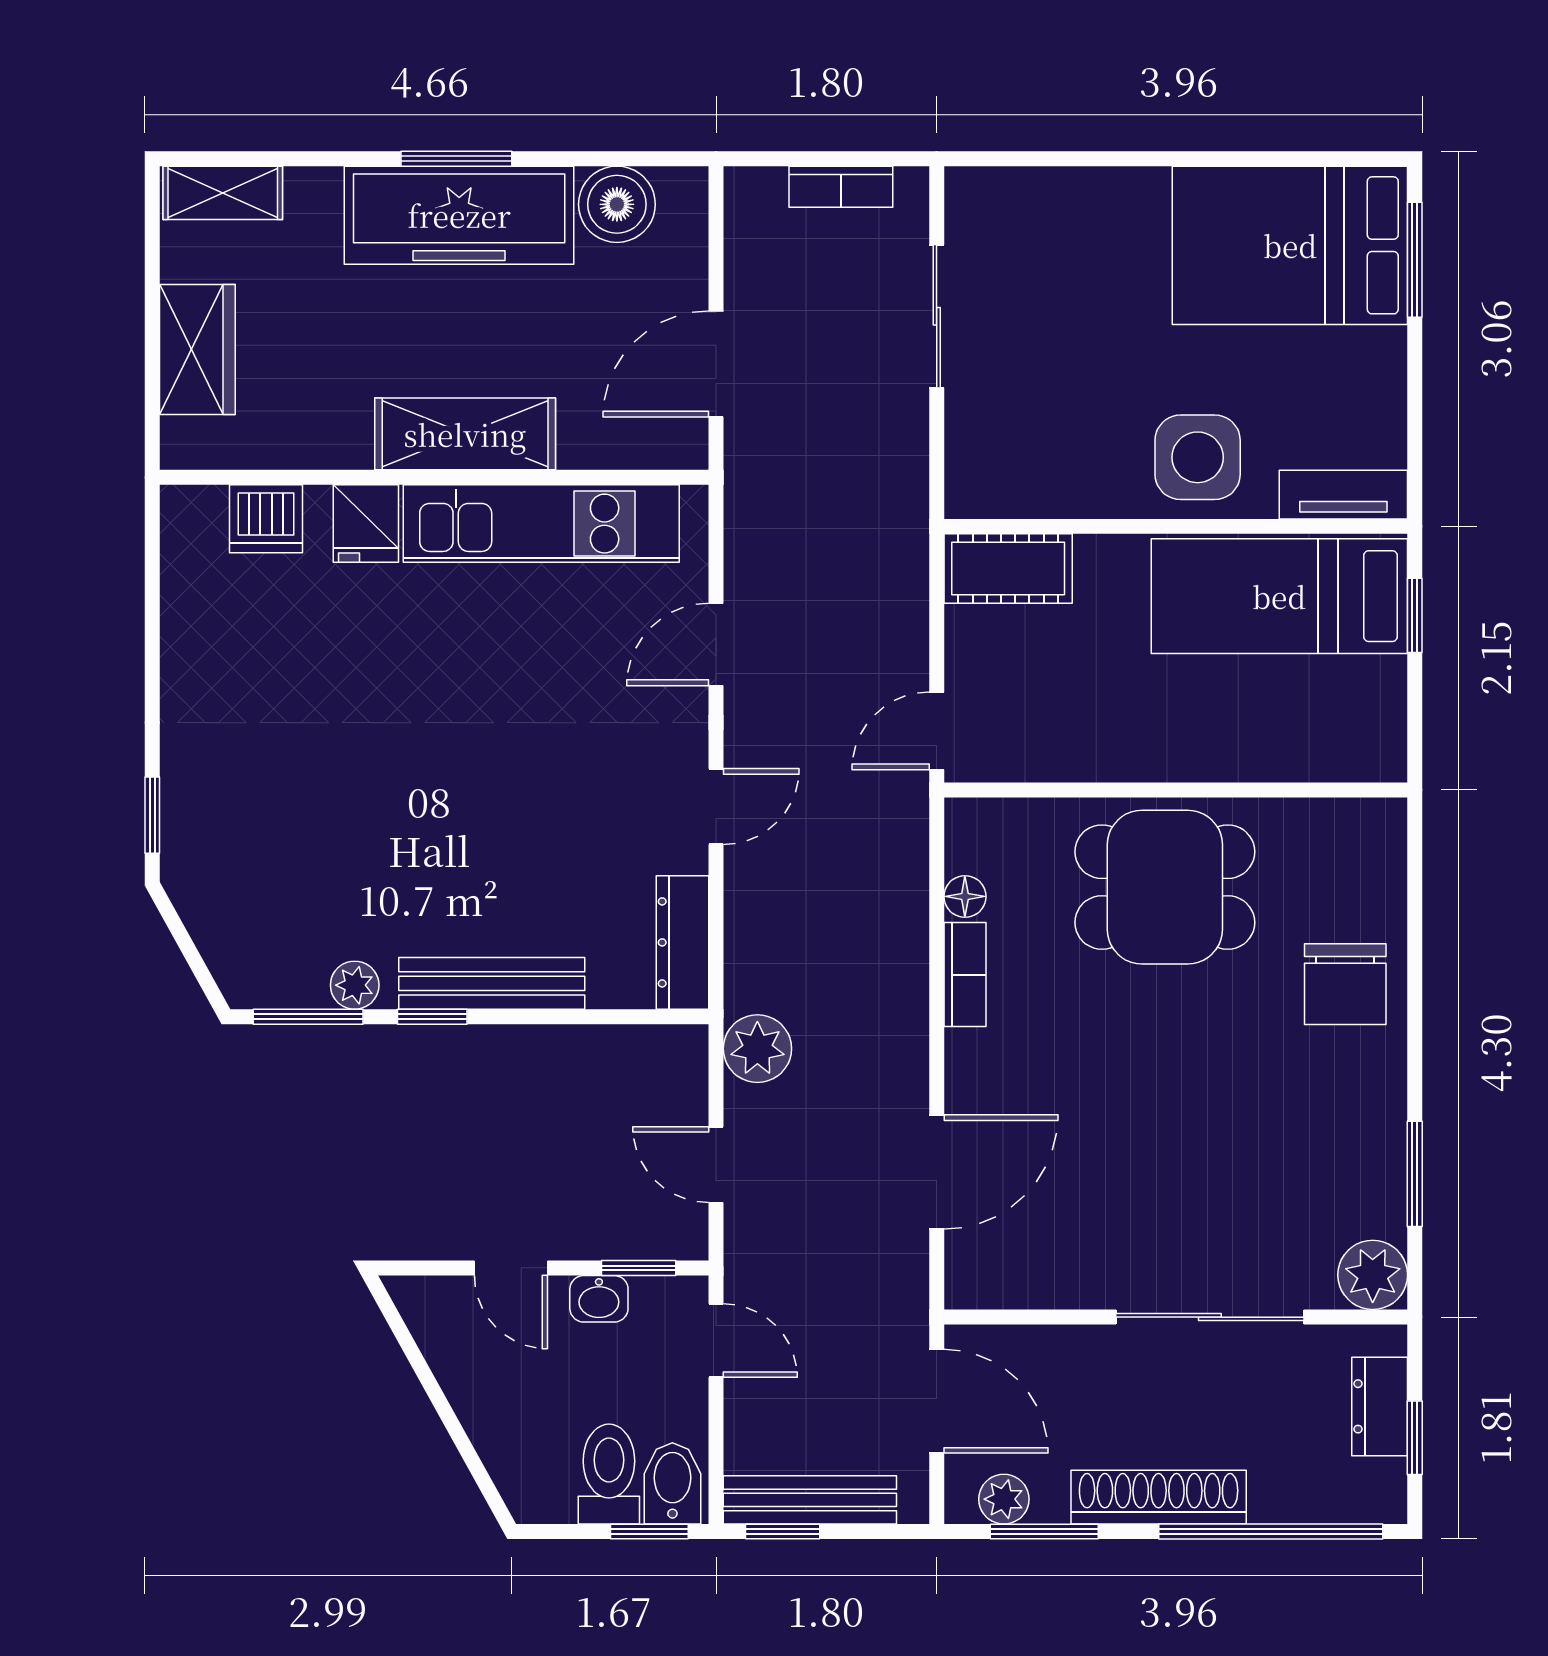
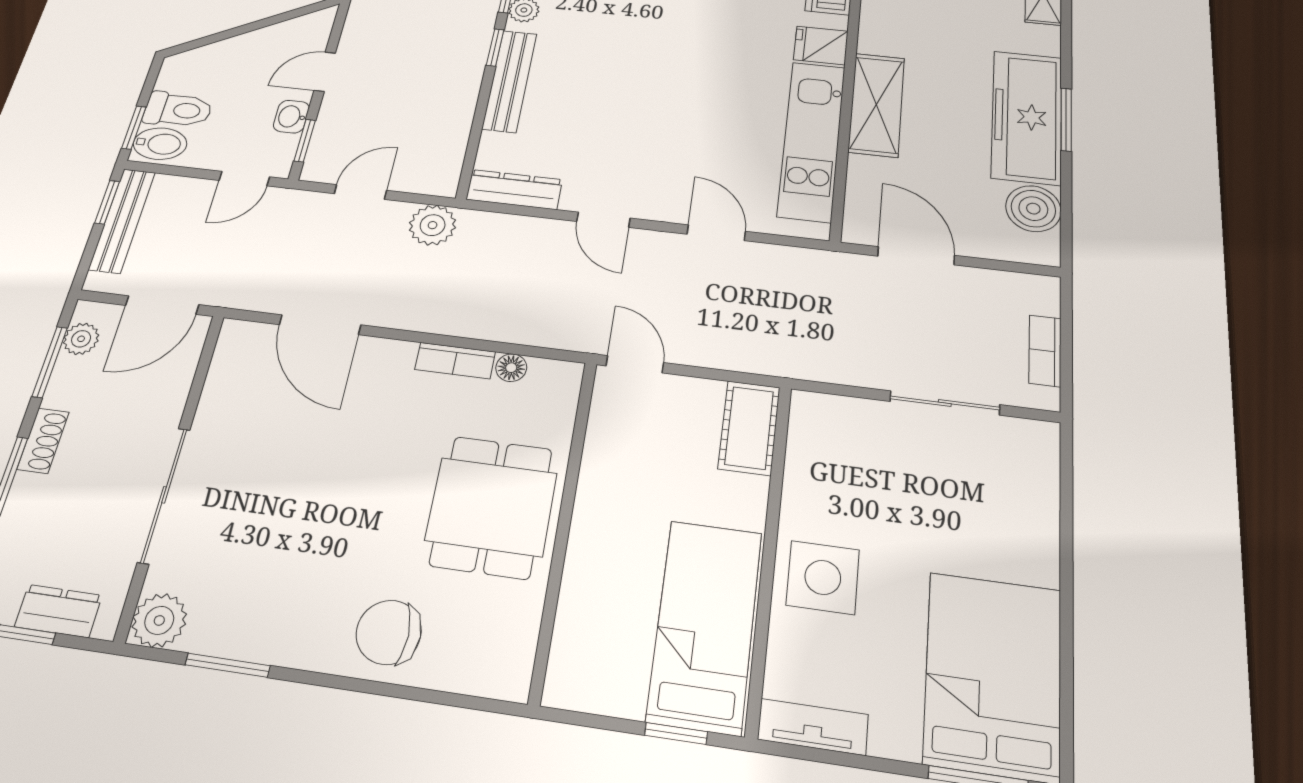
tv unit: (1343, 495) -> (813, 727), moved, turned -90
shoe rack: (1159, 1497) -> (43, 441), width x0.51, depth x0.81

